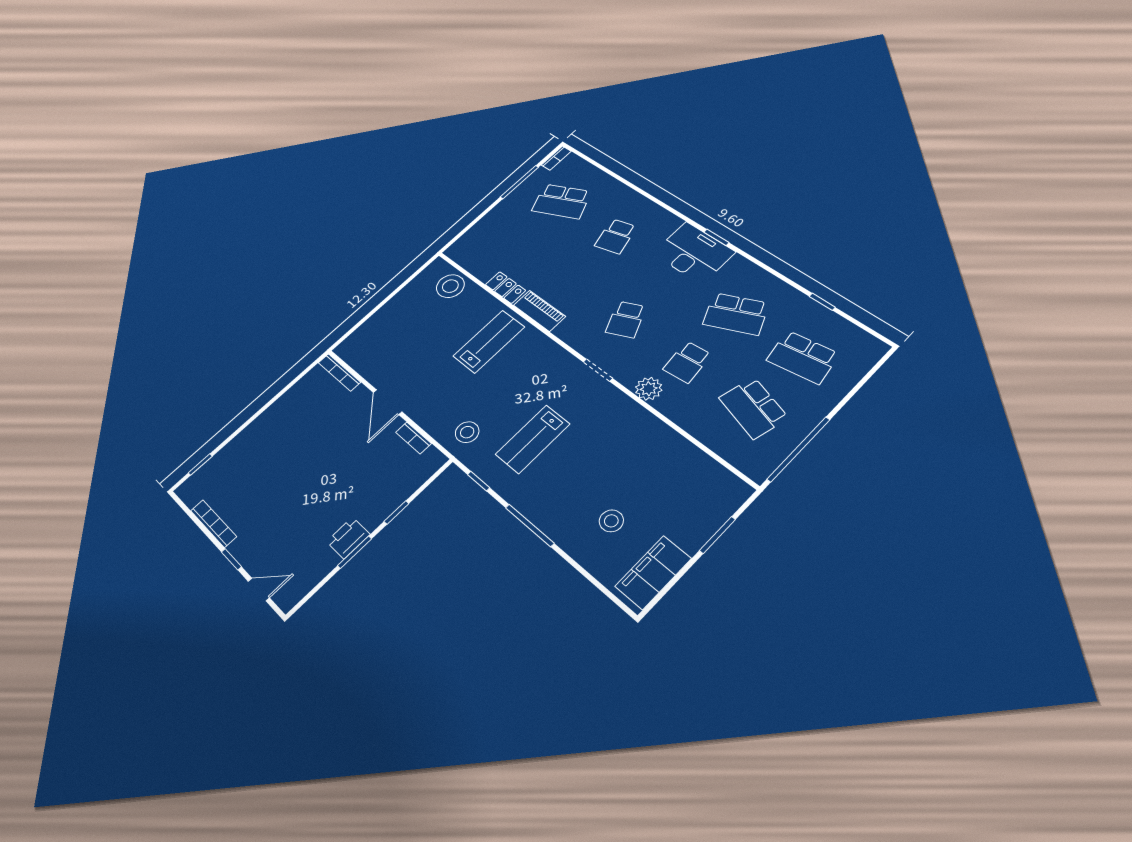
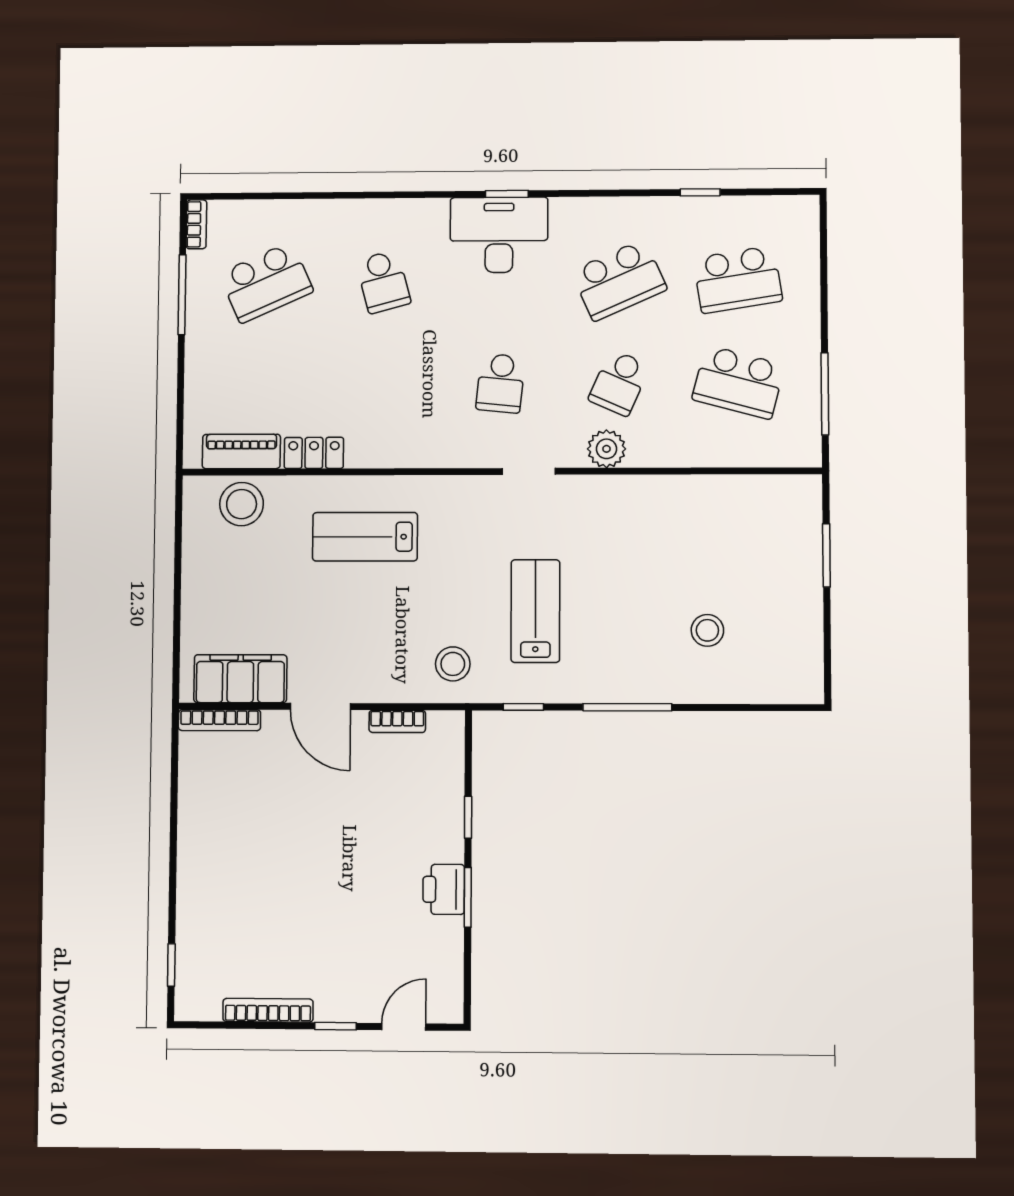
piano: (539, 311) -> (241, 451), moved
school desk: (626, 319) -> (500, 383), turned 30
lab bench: (489, 341) -> (365, 537), turned -90
school desk: (687, 362) -> (619, 383), turned 30
lab bench: (533, 439) -> (535, 611), turned 180
window: (799, 449) -> (825, 394), width x0.68
filing cabinet: (653, 572) -> (240, 679), moved, turned 90

